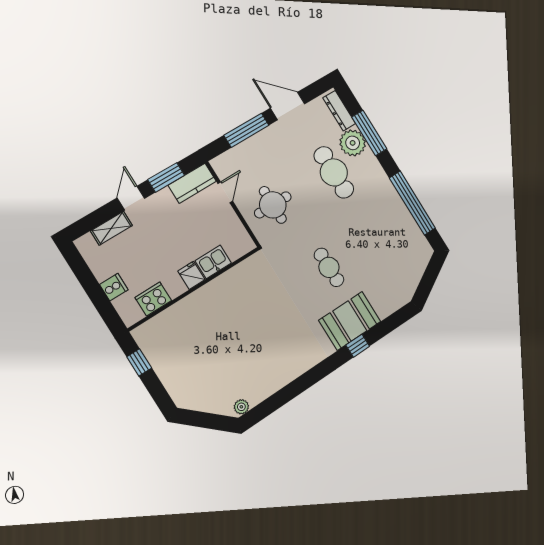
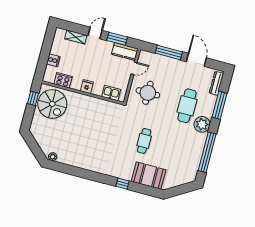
plant: (353, 143) -> (202, 124), moved
kitchen sink: (213, 262) -> (111, 93), moved
booth: (350, 321) -> (149, 176), moved
spiral stairs: (171, 343) -> (52, 104), added

